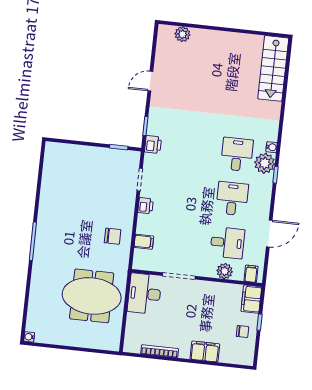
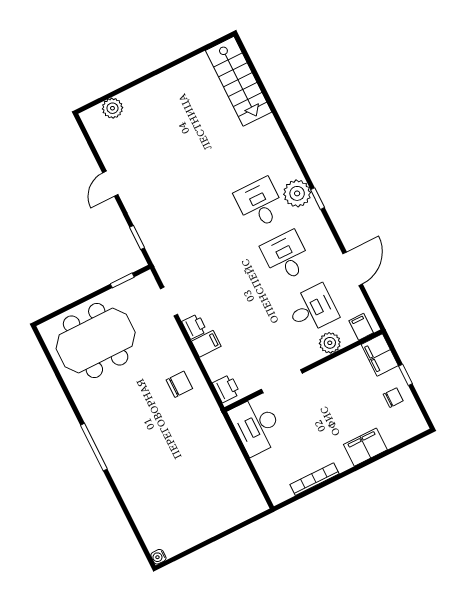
printer: (153, 145) -> (226, 388), moved
water cooler: (272, 147) -> (293, 170), removed
filing cabinet: (144, 242) -> (206, 344), moved
meeting table: (92, 296) -> (96, 340), moved

